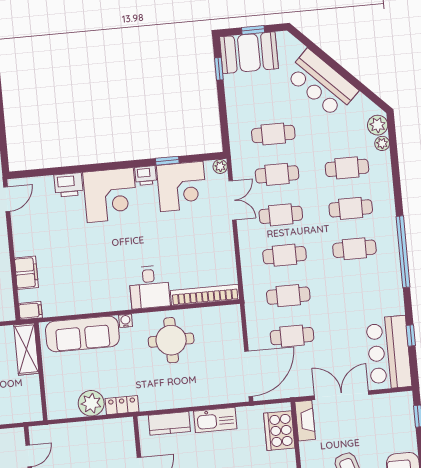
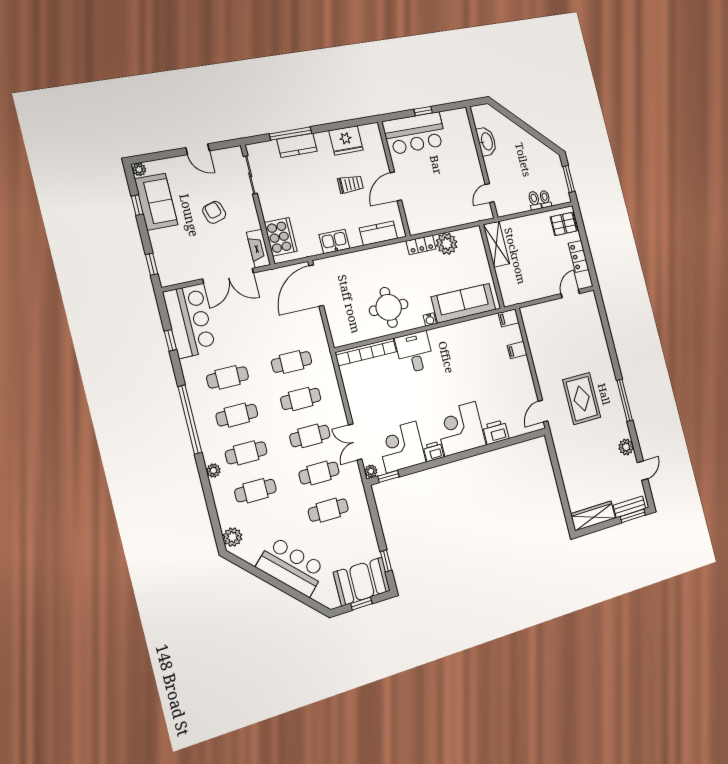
plant: (382, 143) -> (213, 471), moved
window: (167, 161) -> (388, 476), moved
filing cabinet: (26, 273) -> (517, 350), width x0.50
cafe table: (292, 336) -> (228, 377), moved
shelving: (26, 349) -> (496, 244), moved
kitchen sink: (215, 420) -> (334, 241), width x0.73

